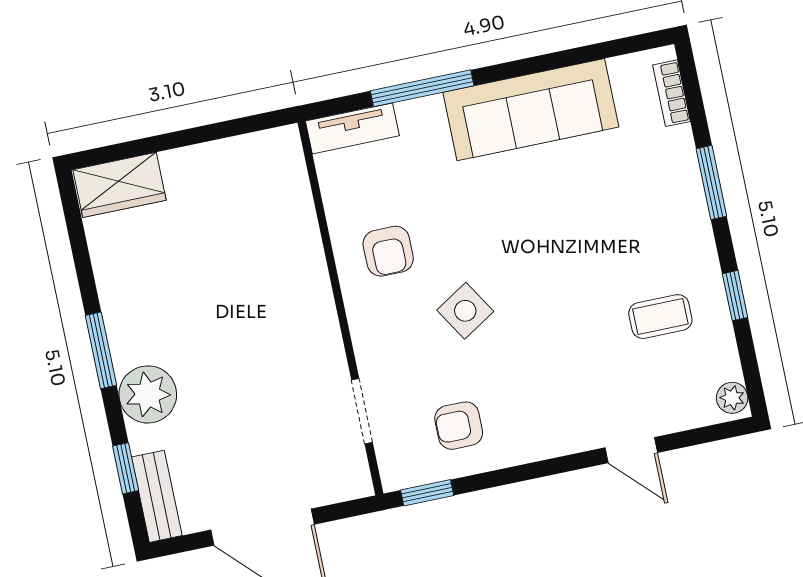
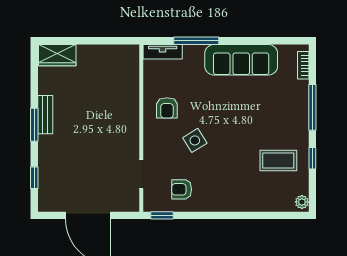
window: (711, 182) -> (312, 107), width x1.44
coffee table: (660, 317) -> (278, 160), width x1.36, depth x1.30
plant: (148, 394) -> (51, 148), removed
door: (631, 450) -> (254, 215), removed
bench: (157, 496) -> (45, 115), moved

